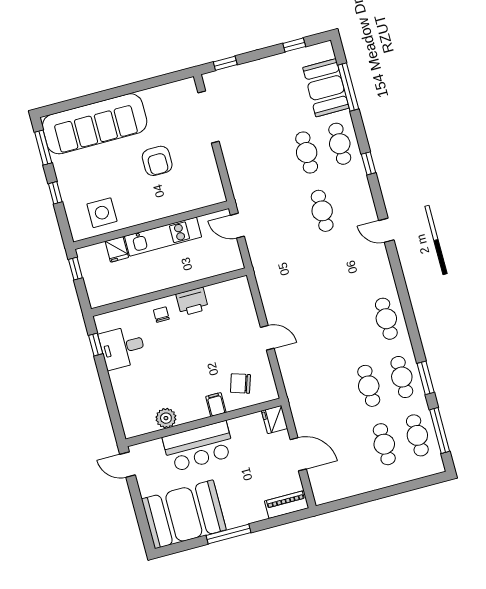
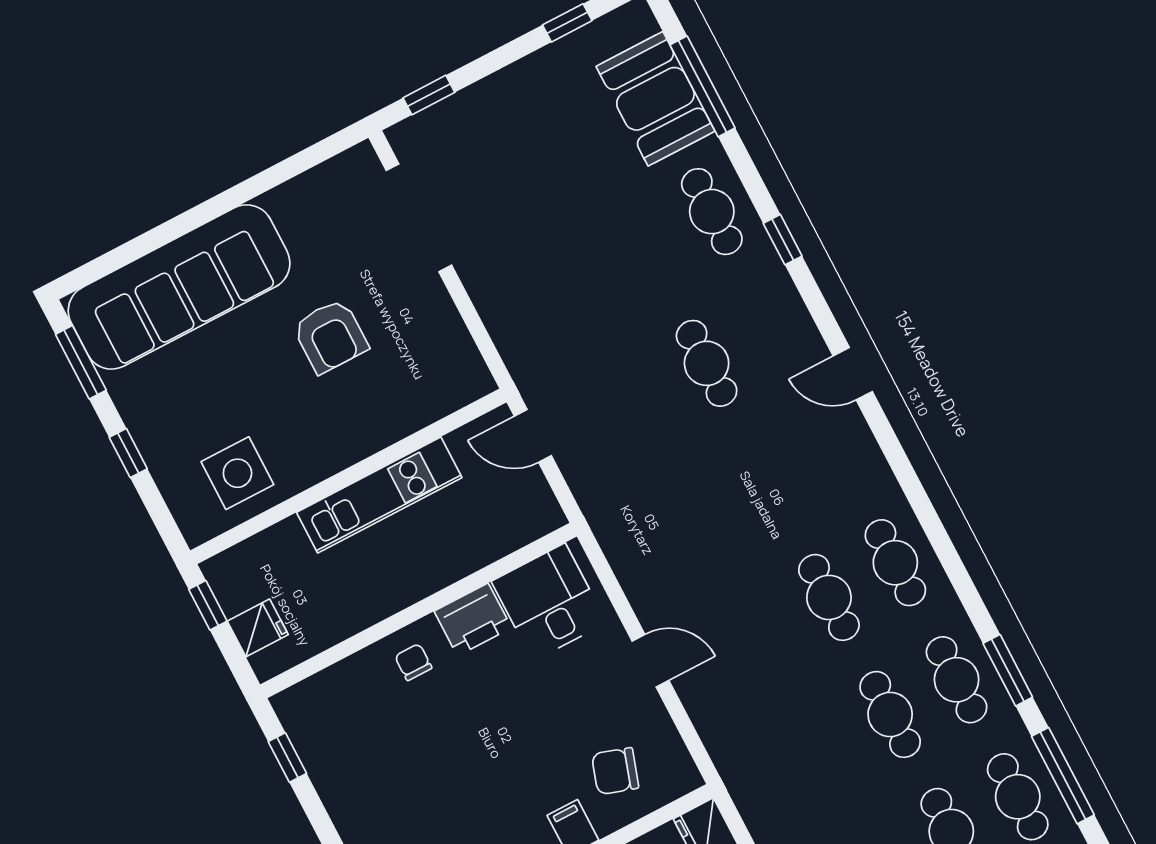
cafe table: (307, 153) -> (829, 597), moved
fridge: (117, 249) -> (258, 628), moved, turned -90
desk: (122, 347) -> (549, 602), moved, turned 90

